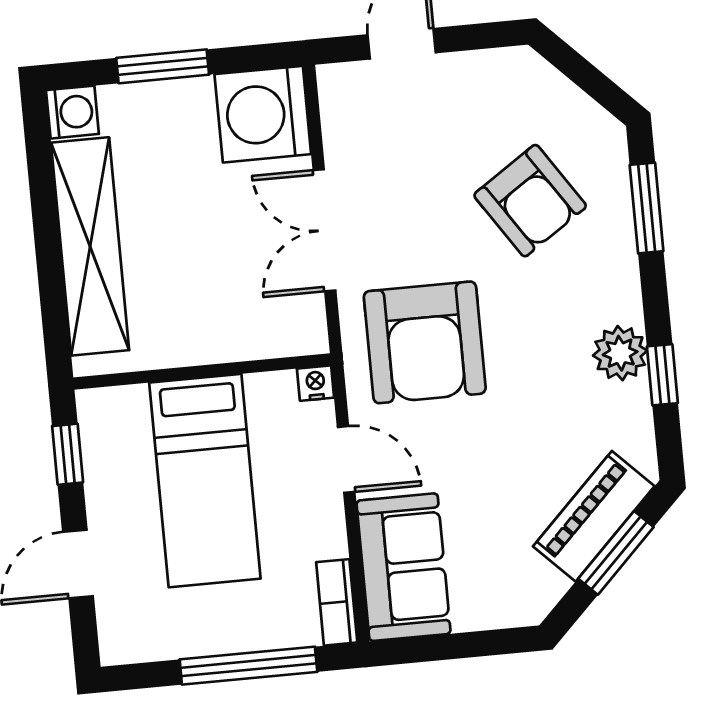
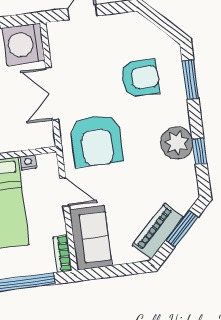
armchair: (530, 201) -> (140, 78), turned -56
plant: (620, 353) -> (177, 143), width x1.36, depth x1.36
nightstand: (316, 383) -> (28, 162), moved
piano: (594, 516) -> (158, 231), moved

